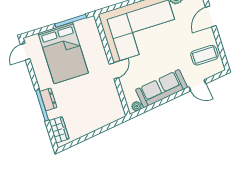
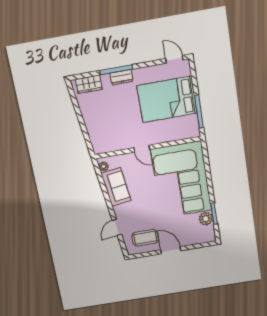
door: (211, 16) -> (171, 250), moved
coffee table: (204, 55) -> (145, 238), turned 90
sofa: (162, 89) -> (116, 187), width x0.73

